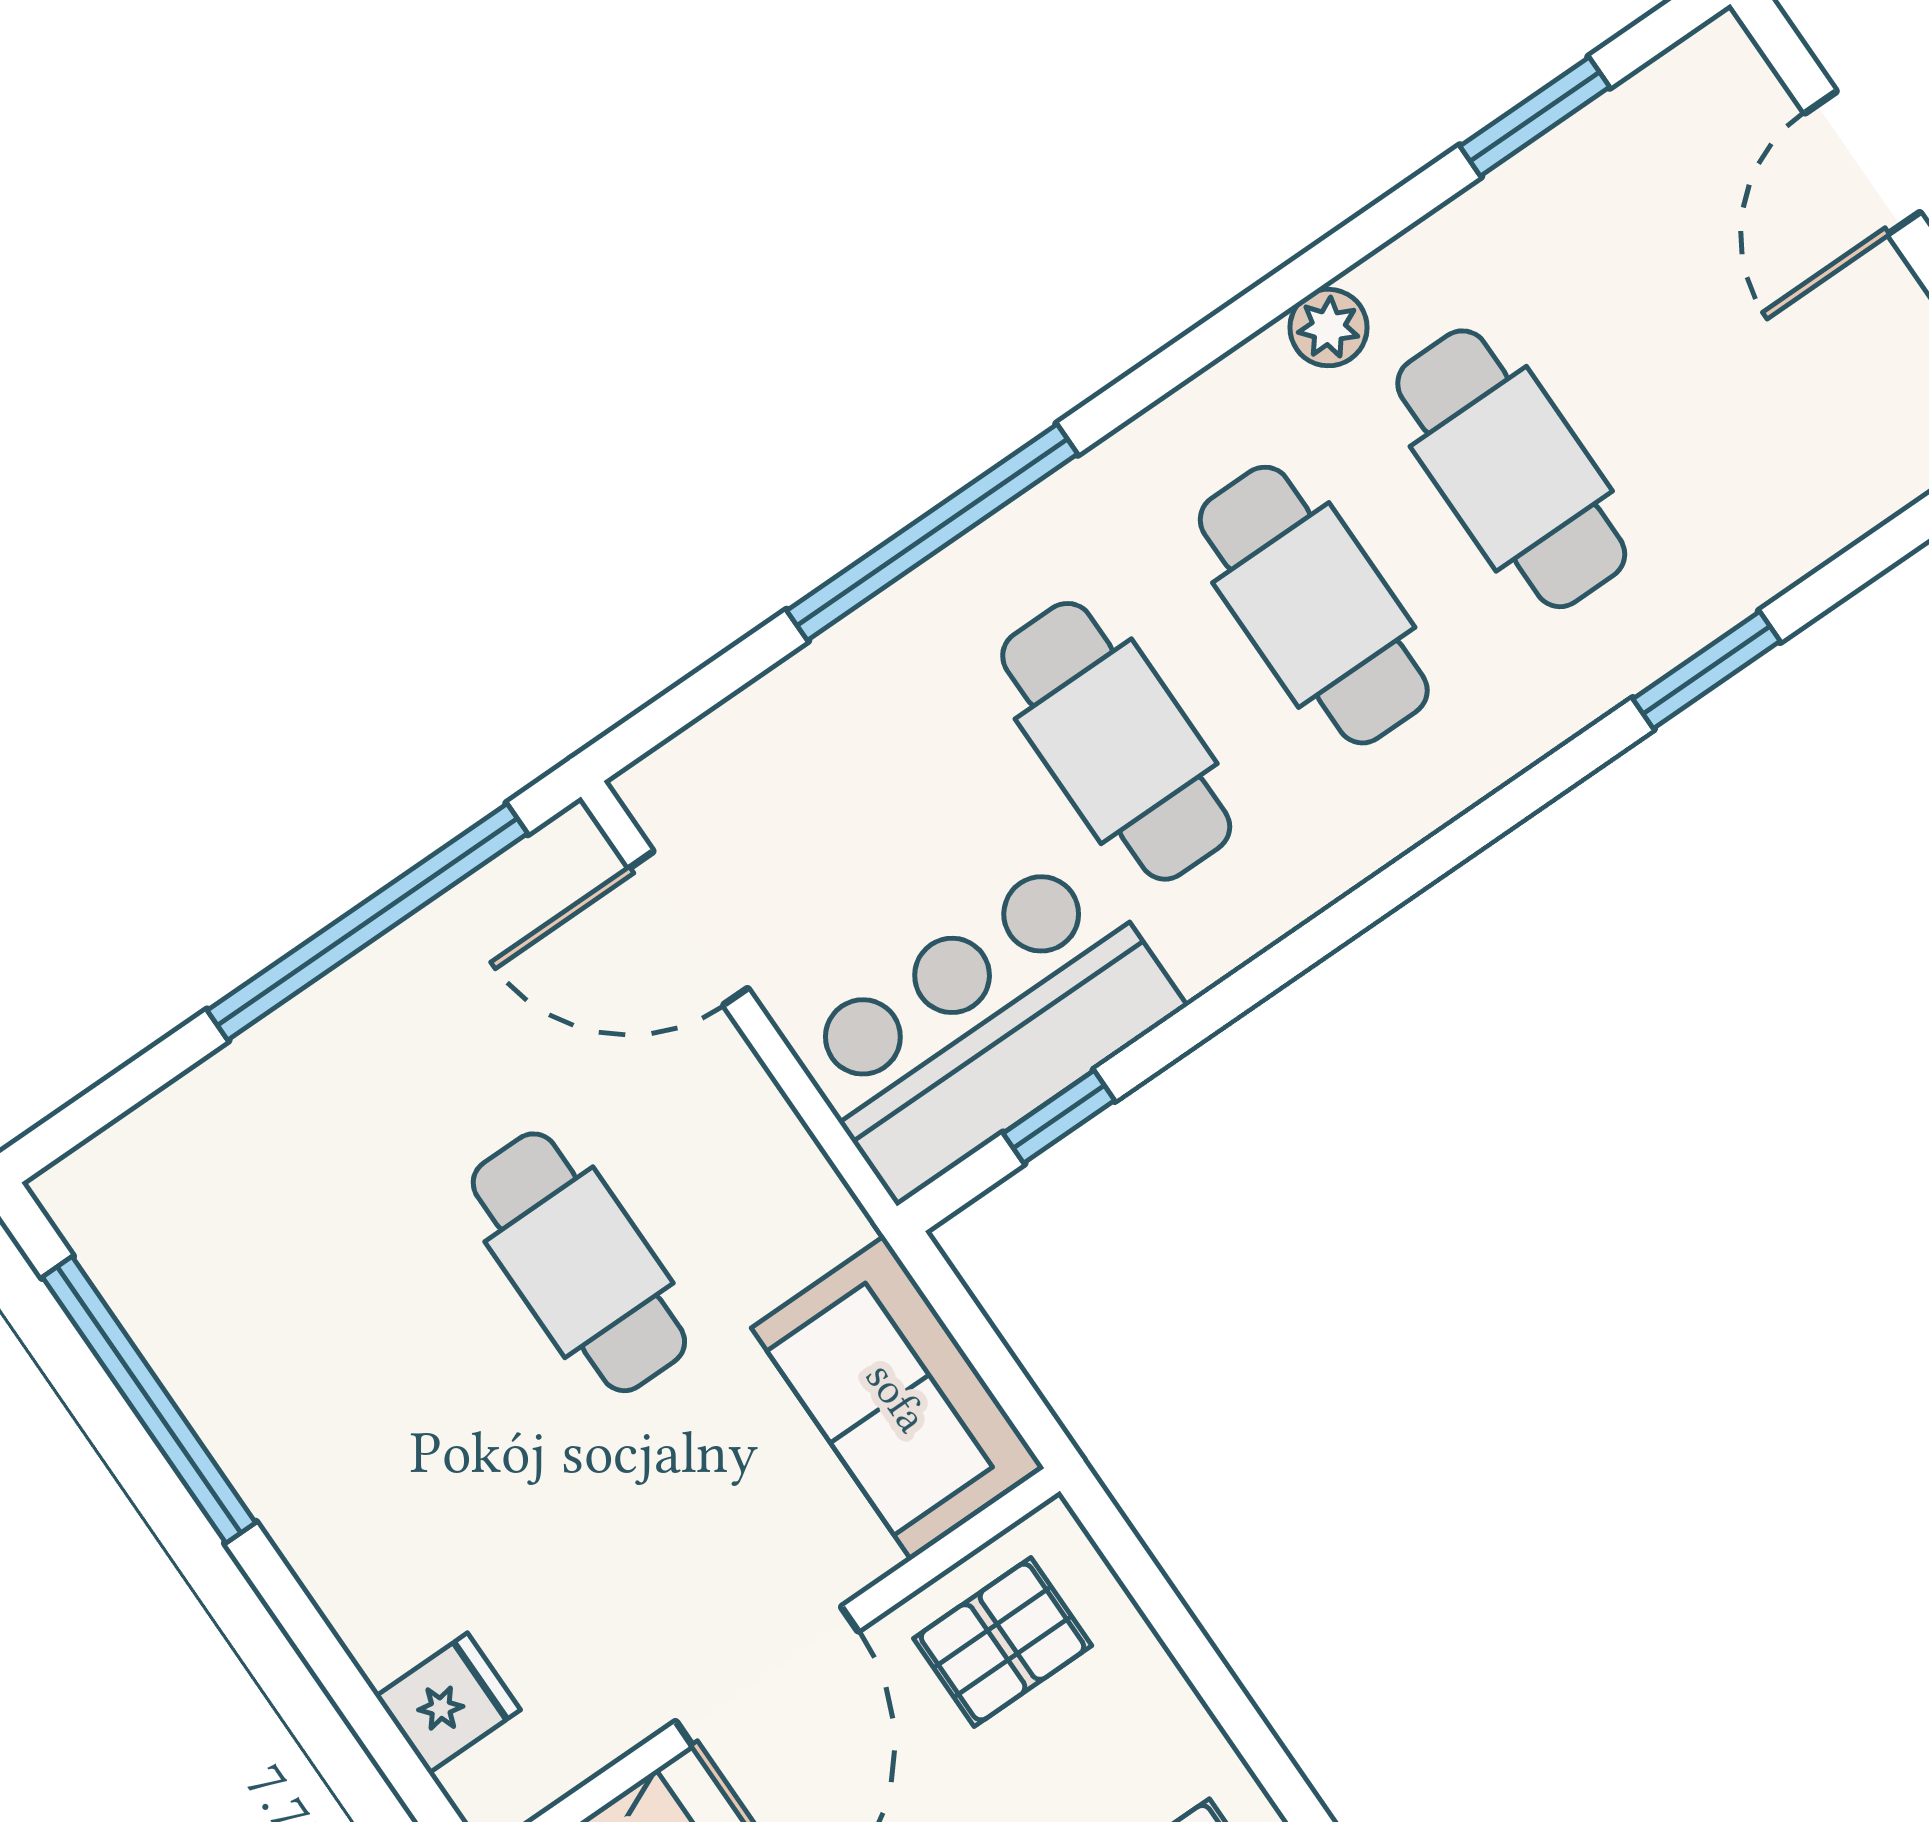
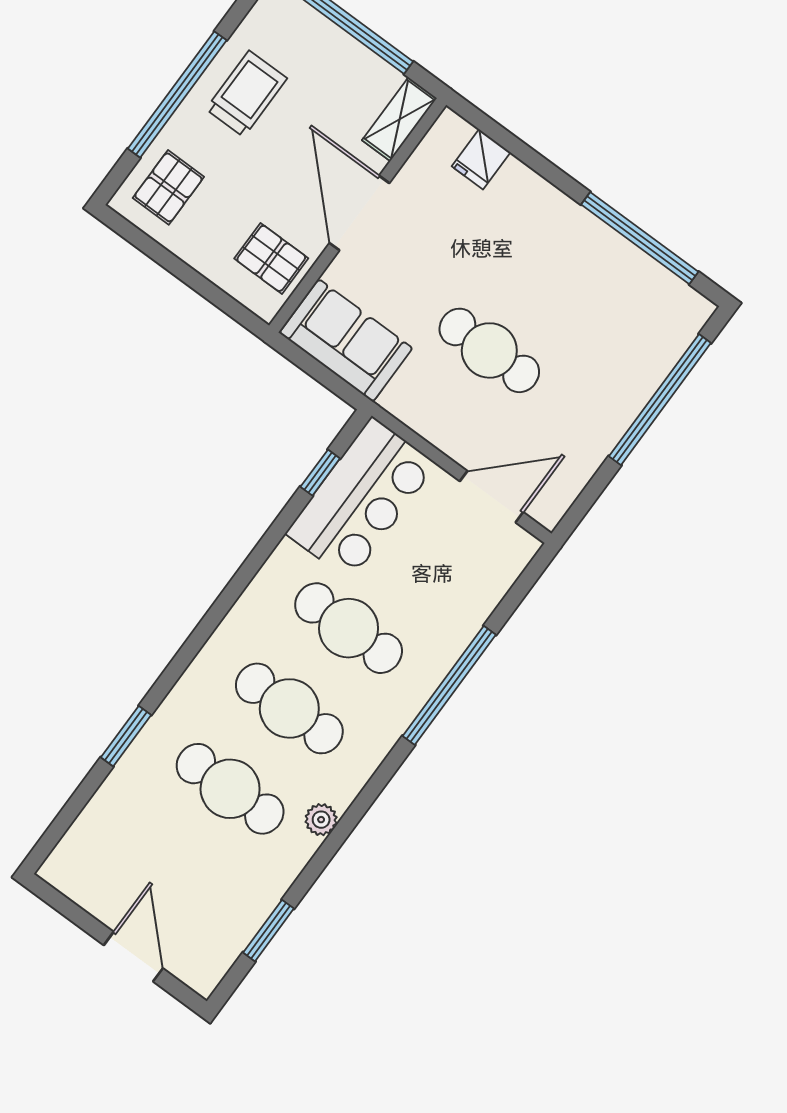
window: (367, 922) -> (660, 400), moved
pallet: (1003, 1642) -> (271, 258), turned 90

